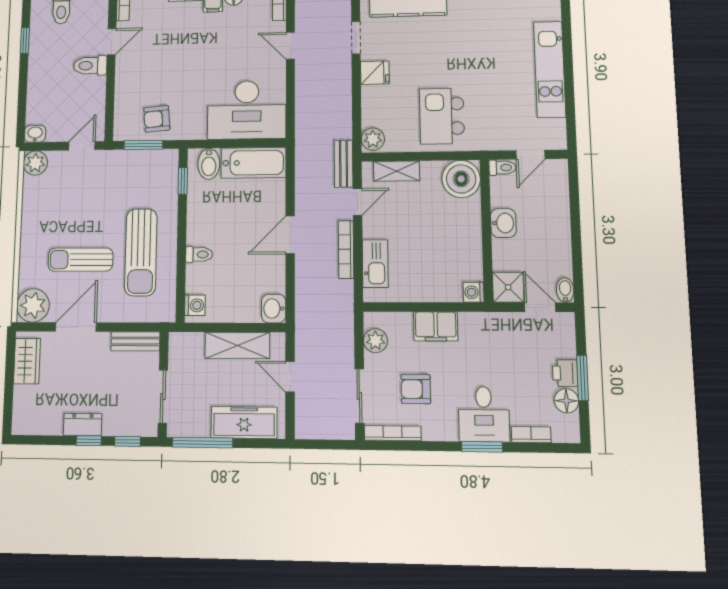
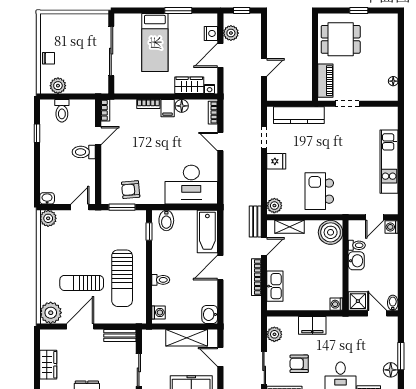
bathtub: (253, 163) -> (207, 231), moved, turned 90
toilet: (502, 168) -> (357, 245), moved
washing machine: (558, 169) -> (392, 227), added
wardrobe: (27, 361) -> (48, 365), moved
printer: (565, 373) -> (391, 353), removed

